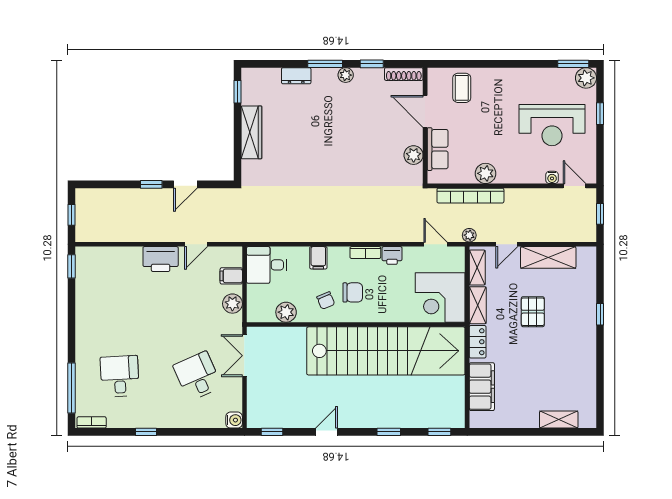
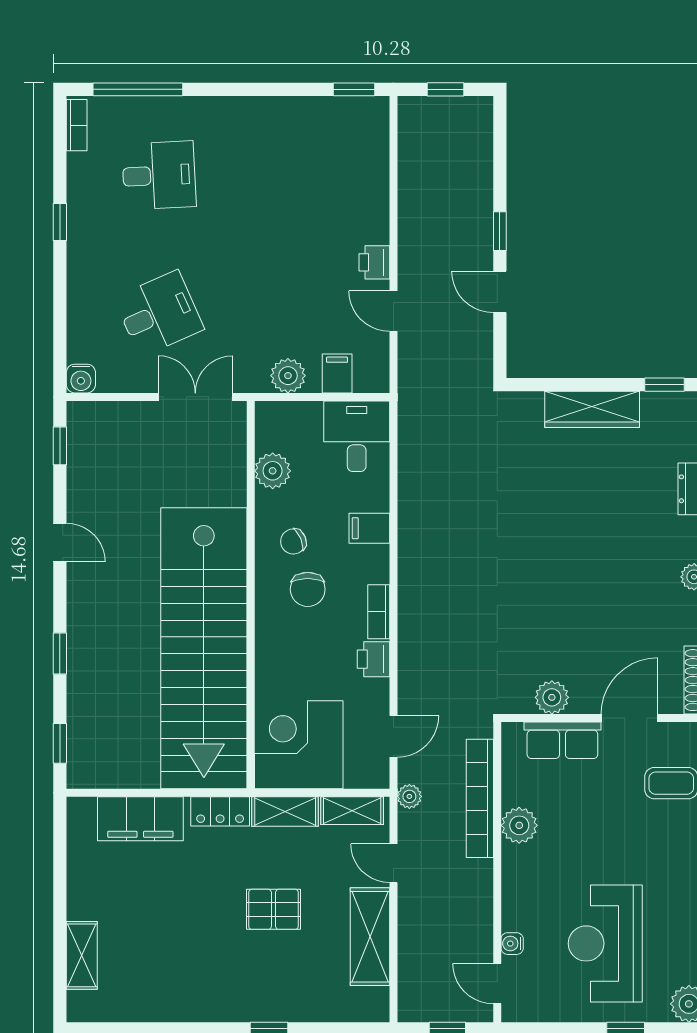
door: (575, 186) -> (497, 984), swing flipped
printer: (161, 259) -> (374, 262), width x0.53, depth x0.68

